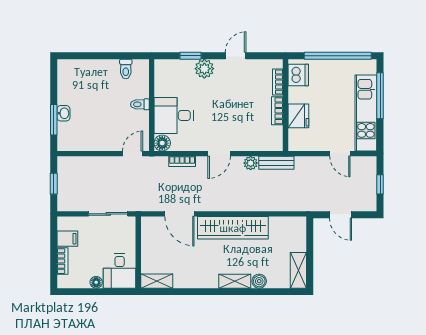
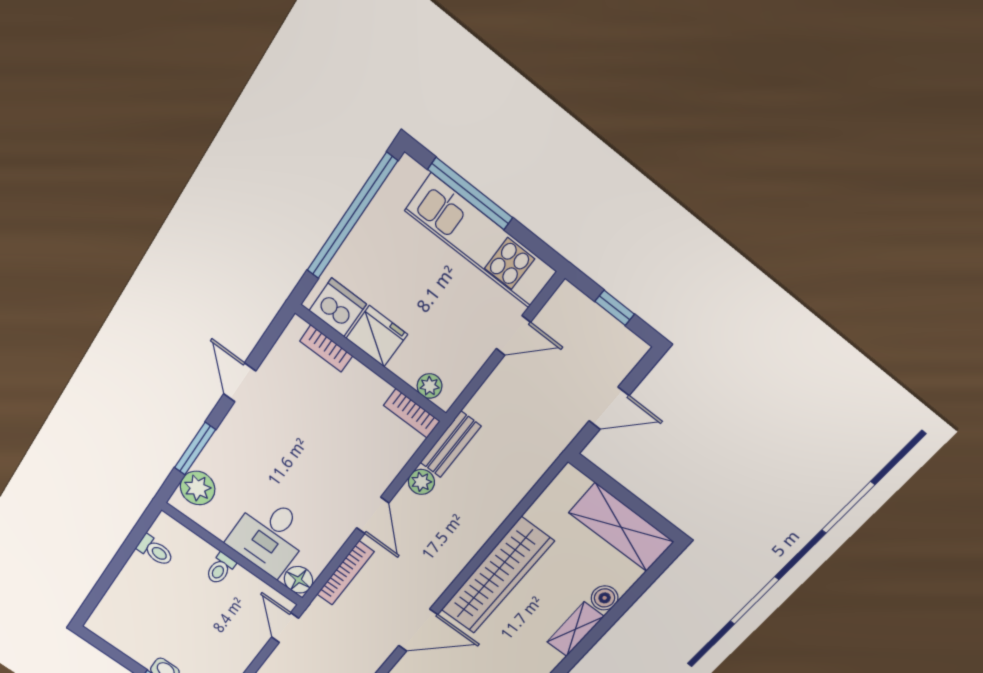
window: (190, 56) -> (195, 449), width x1.50
plant: (204, 69) -> (198, 488), moved
bookcase: (277, 111) -> (412, 413), moved
fridge: (298, 116) -> (377, 336), moved
plant: (294, 136) -> (430, 386), added
bookcase: (182, 161) -> (345, 573), width x1.56
shelving: (298, 270) -> (621, 527), width x1.50, depth x1.33

